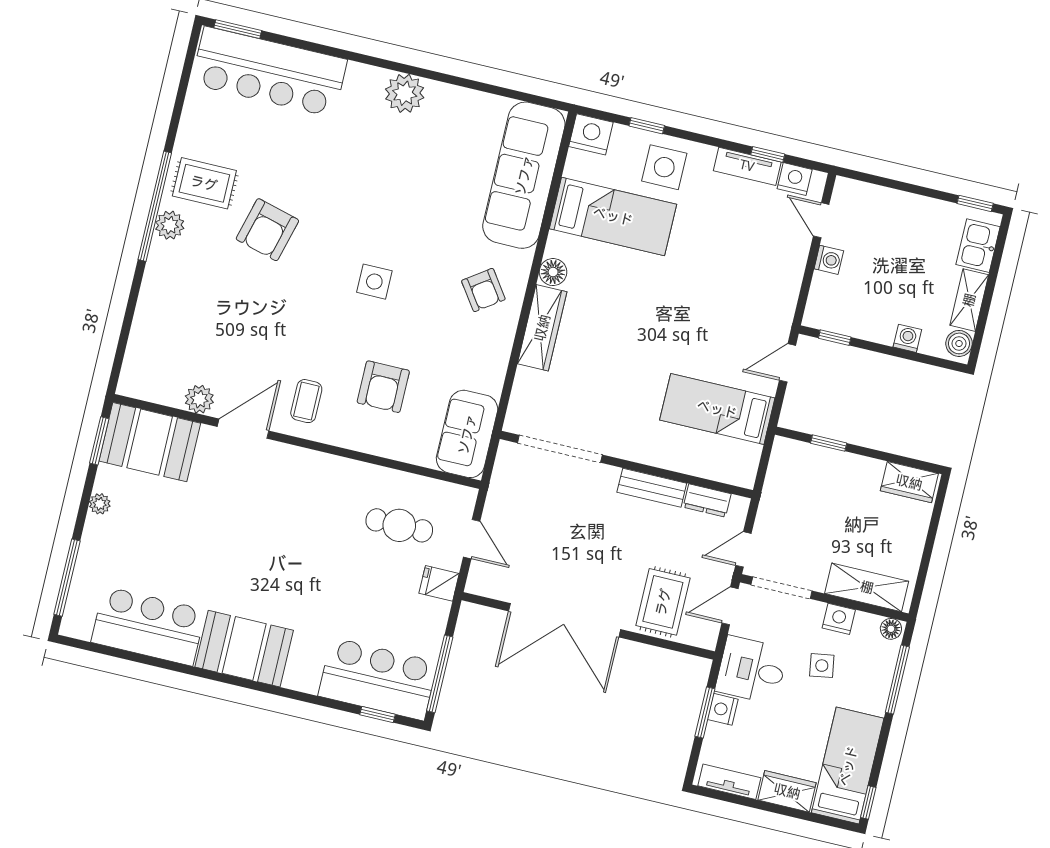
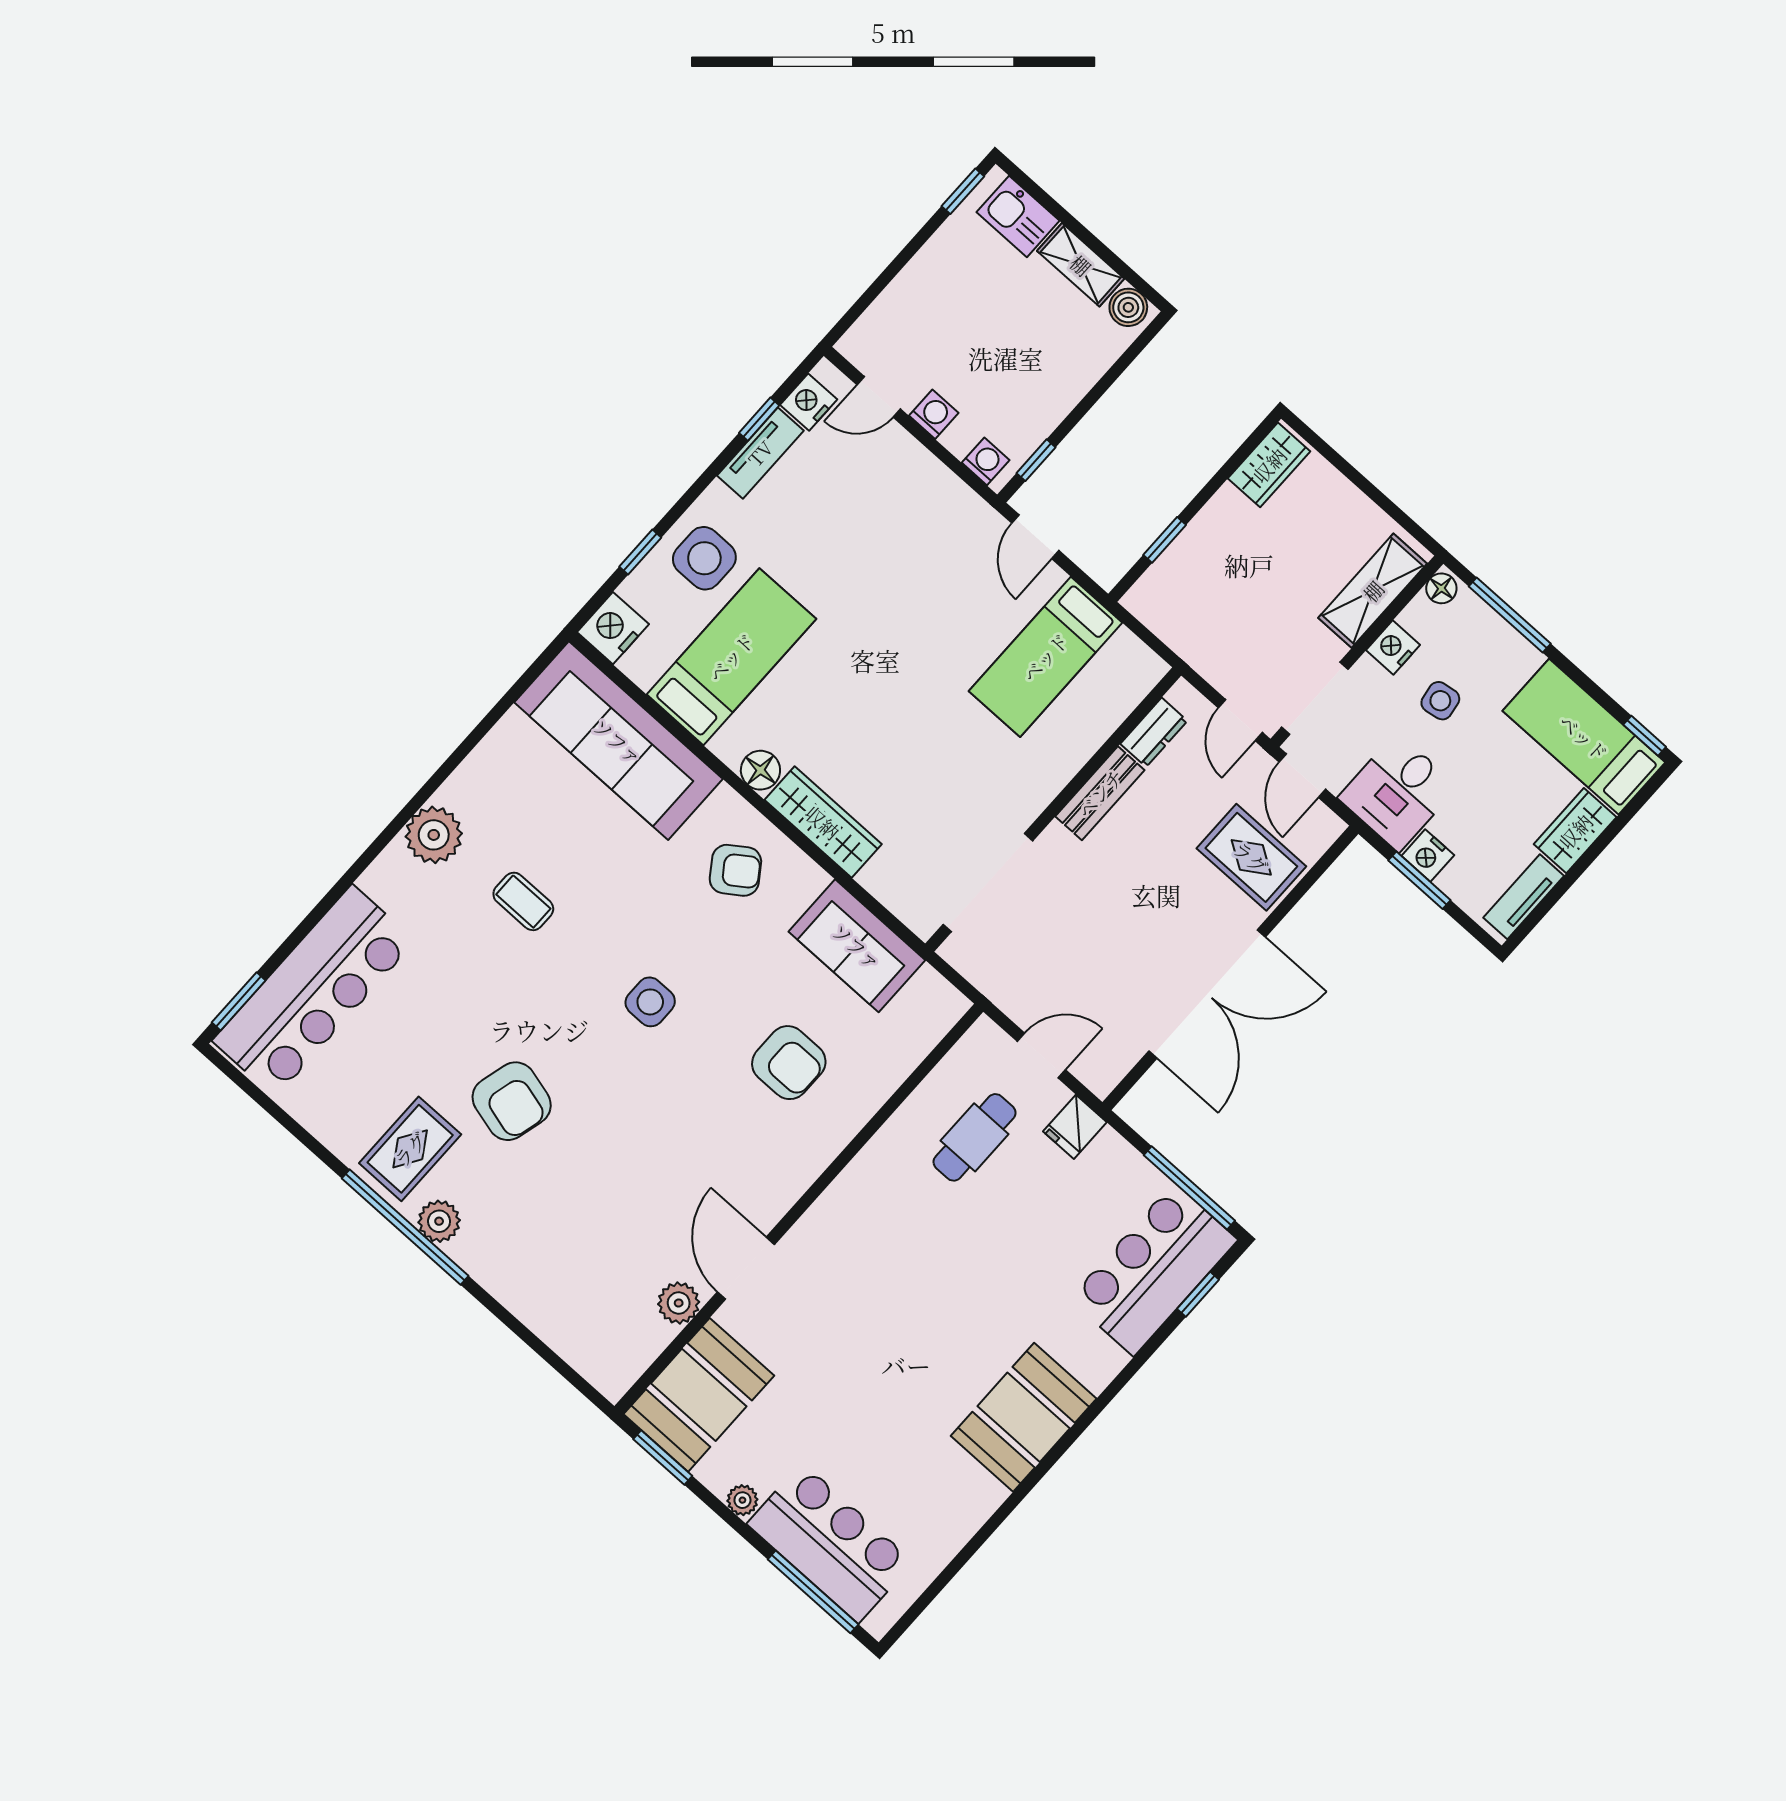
washing machine: (907, 338) -> (986, 461), moved, turned 90
coffee table: (306, 401) -> (523, 901), moved
sofa: (467, 434) -> (857, 946), moved
bar counter: (148, 626) -> (830, 1543), moved, turned 90

